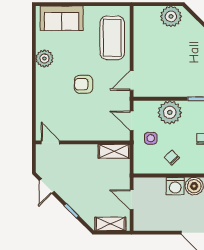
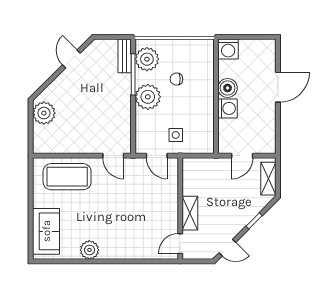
armchair: (84, 84) -> (117, 208), removed
plant: (170, 112) -> (148, 97), moved
door: (132, 121) -> (157, 156), hinge flipped
shelving: (114, 151) -> (190, 213), moved
chair: (172, 158) -> (197, 112), removed

